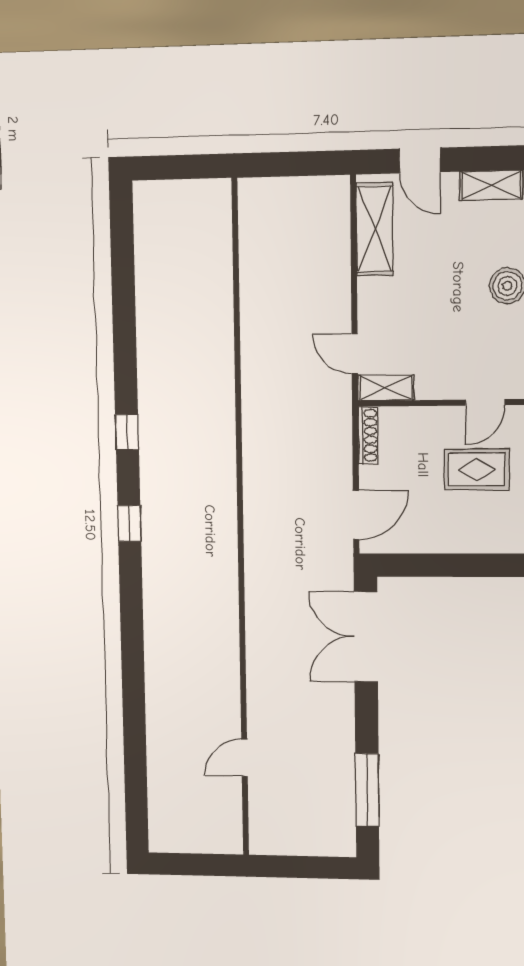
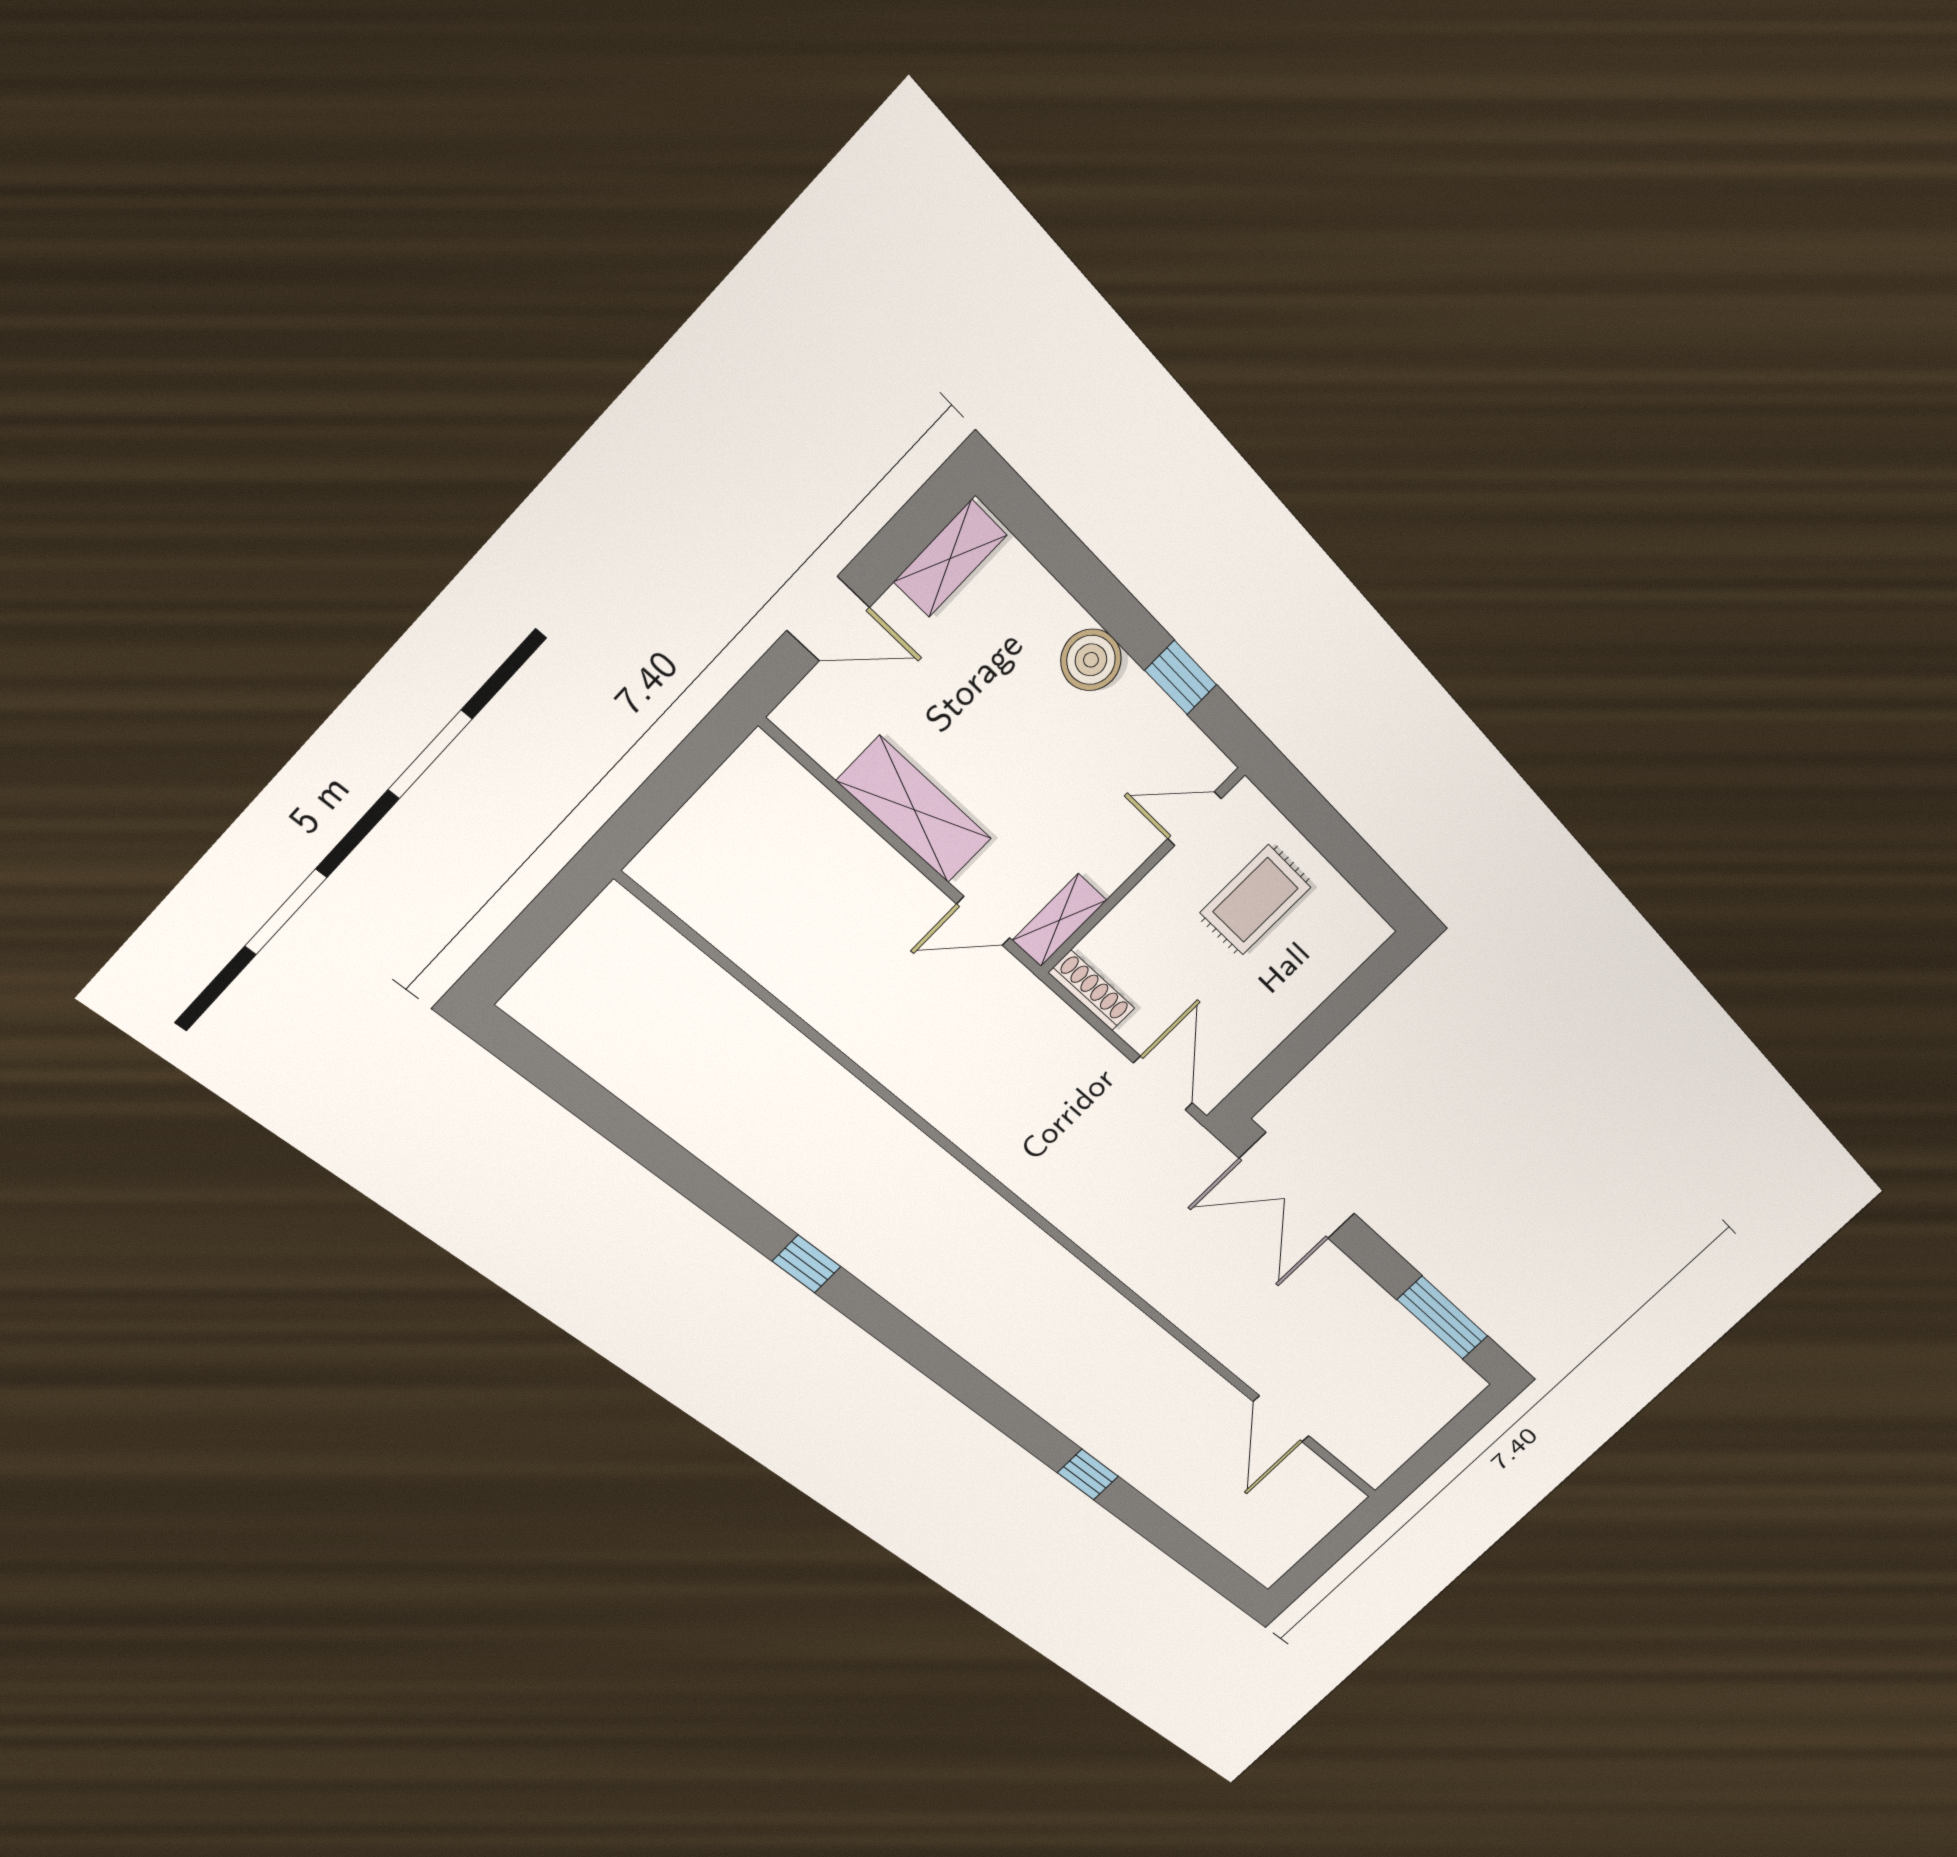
shelving: (375, 229) -> (914, 810), moved
door: (485, 402) -> (1194, 819), swing flipped
window: (129, 523) -> (1088, 1475), moved
door: (244, 758) -> (1281, 1419), width x1.38

